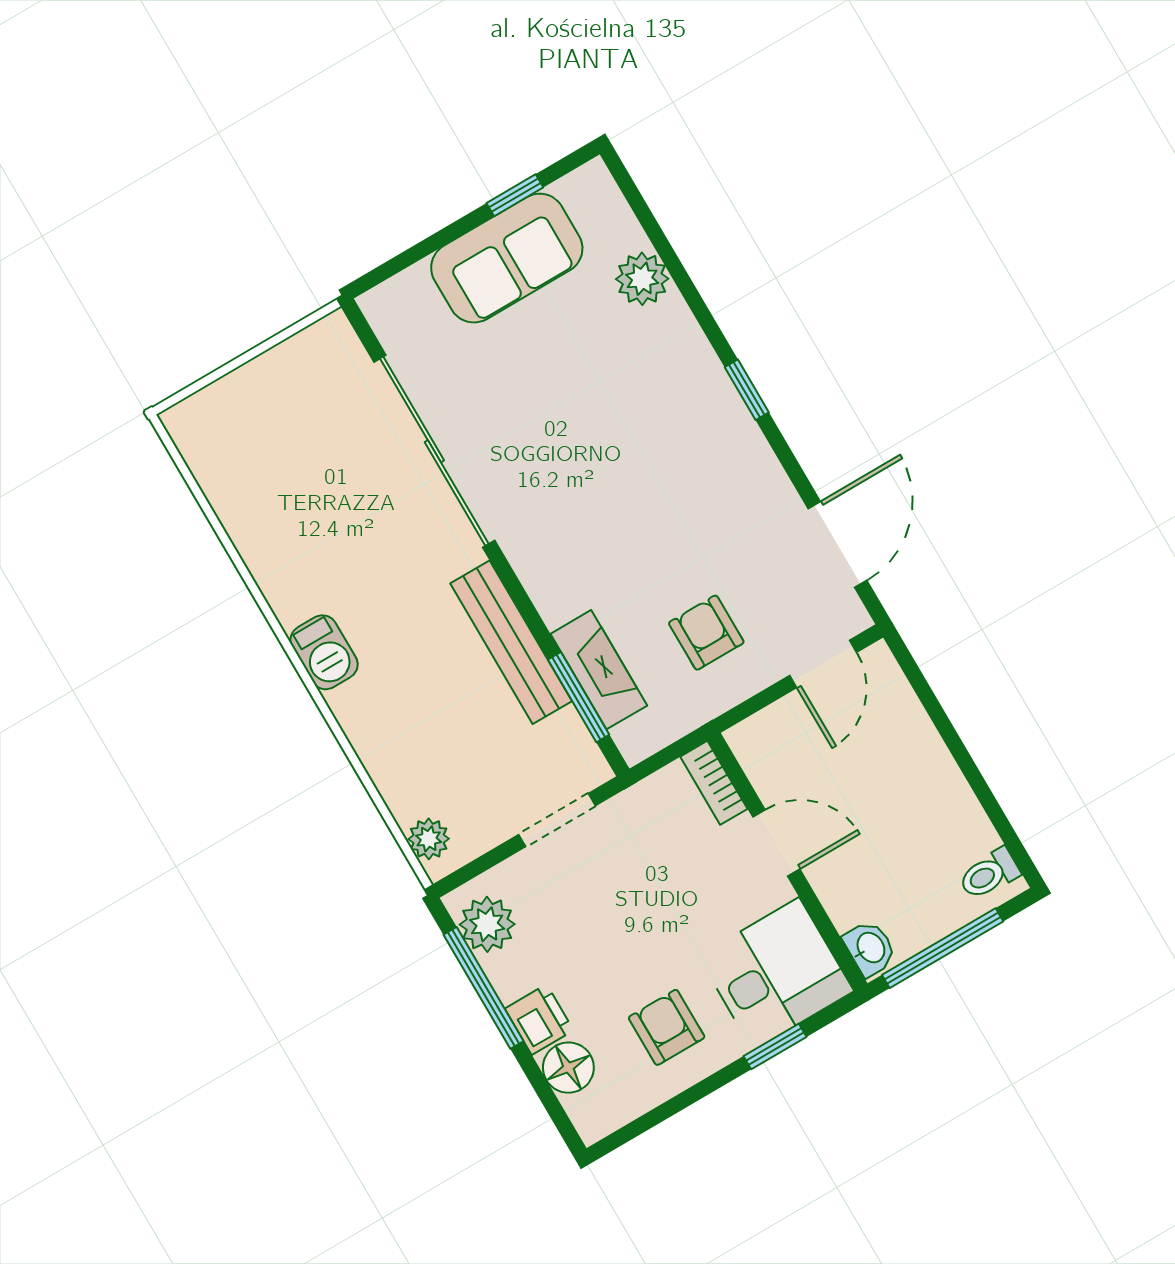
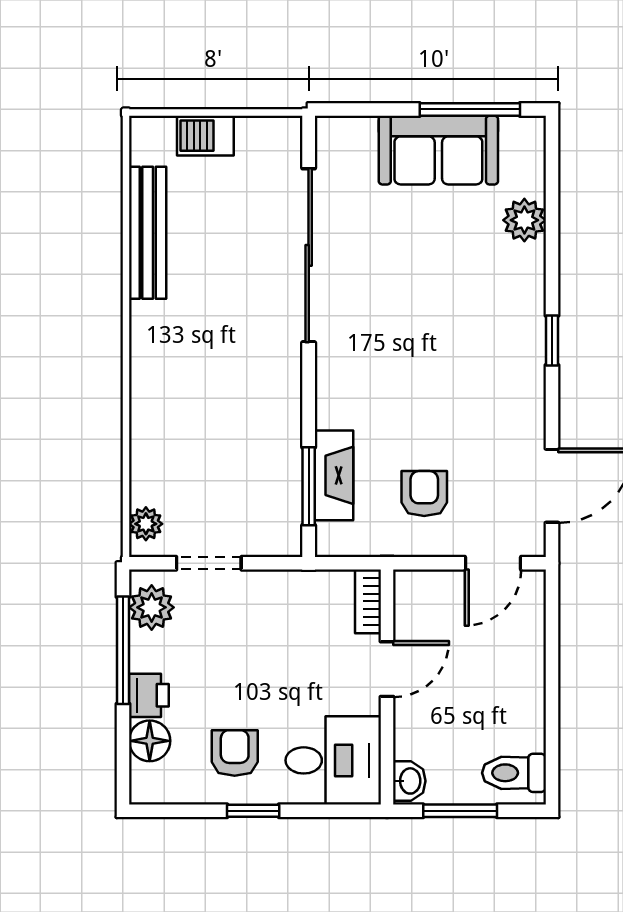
window: (515, 195) -> (470, 109), width x2.17
bench: (511, 642) -> (148, 233), moved
barbecue: (324, 652) -> (205, 136), moved, turned 90
doorway: (557, 820) -> (209, 563), moved
door: (776, 843) -> (387, 669), hinge flipped
toilet: (989, 874) -> (514, 773), width x1.37, depth x1.39
window: (943, 948) -> (460, 811), width x0.69
window: (775, 1046) -> (253, 811), moved

